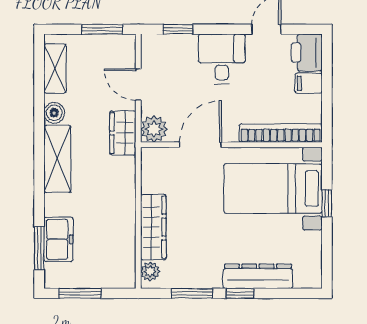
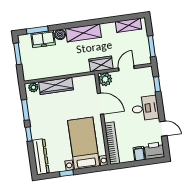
boiler: (54, 113) -> (60, 35), moved
window: (327, 203) -> (66, 173), moved
dresser: (258, 276) -> (41, 157), moved

